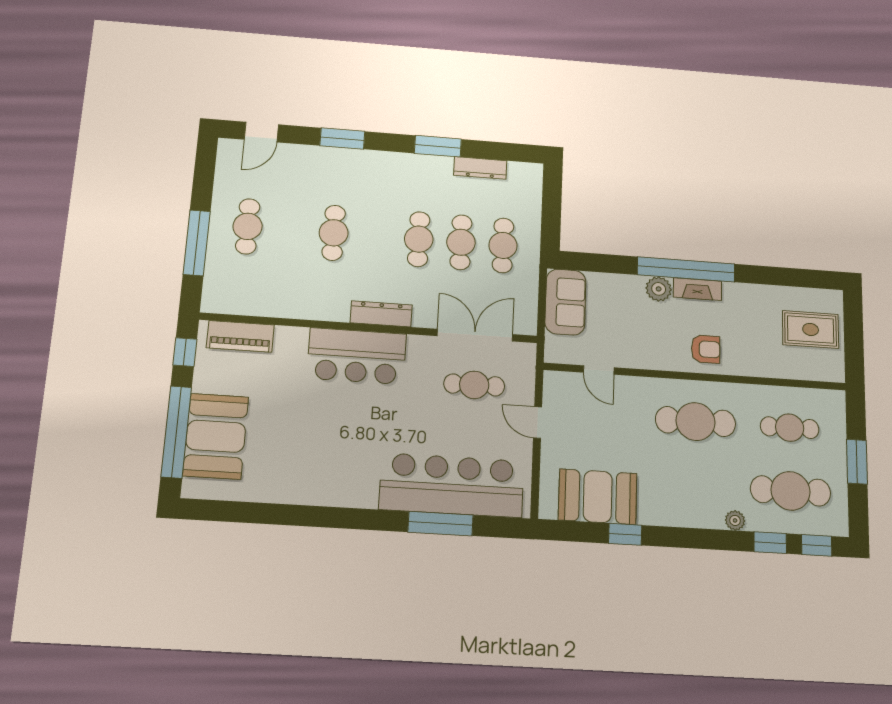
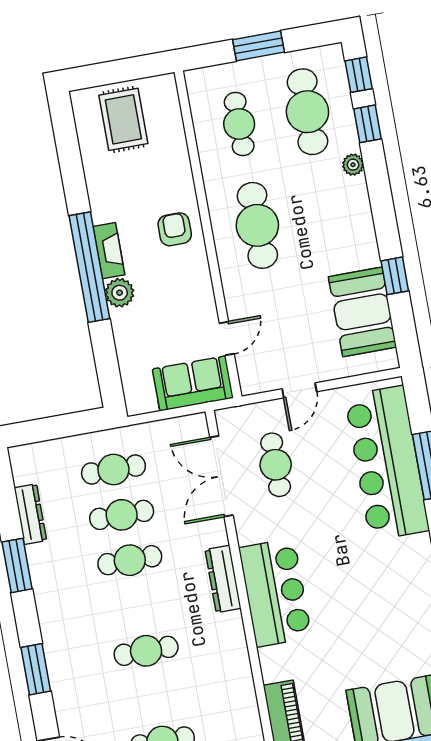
sofa: (565, 302) -> (193, 383), moved

